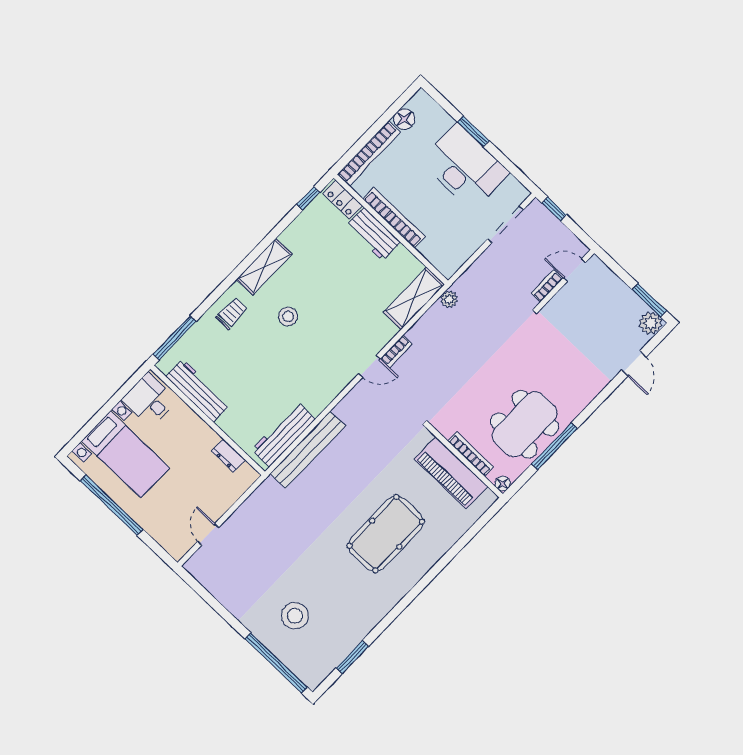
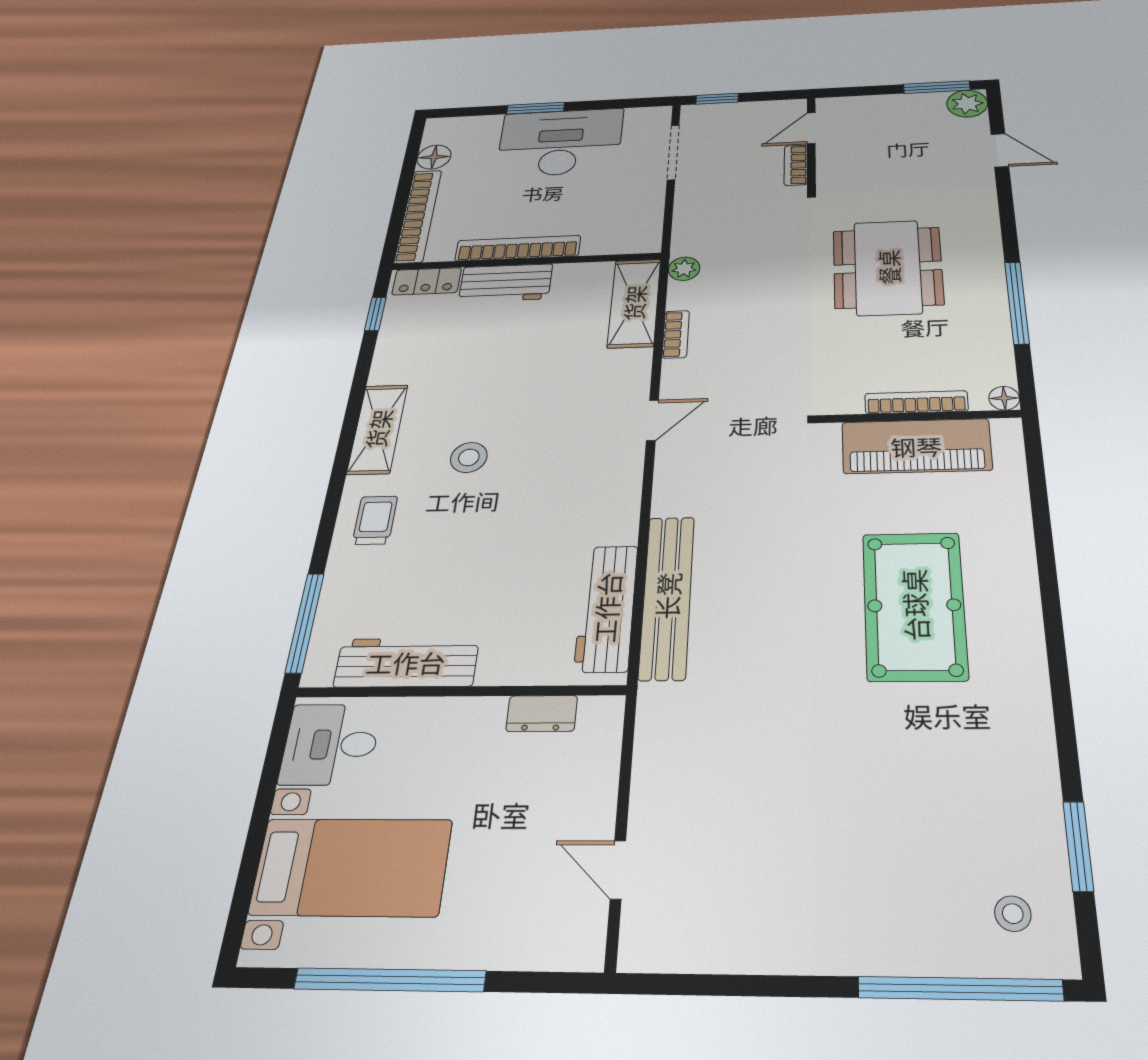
bookcase: (396, 351) -> (676, 334), moved
dining table: (525, 424) -> (888, 267), moved
stool: (295, 616) -> (1013, 914), moved, width x0.53, depth x0.53

